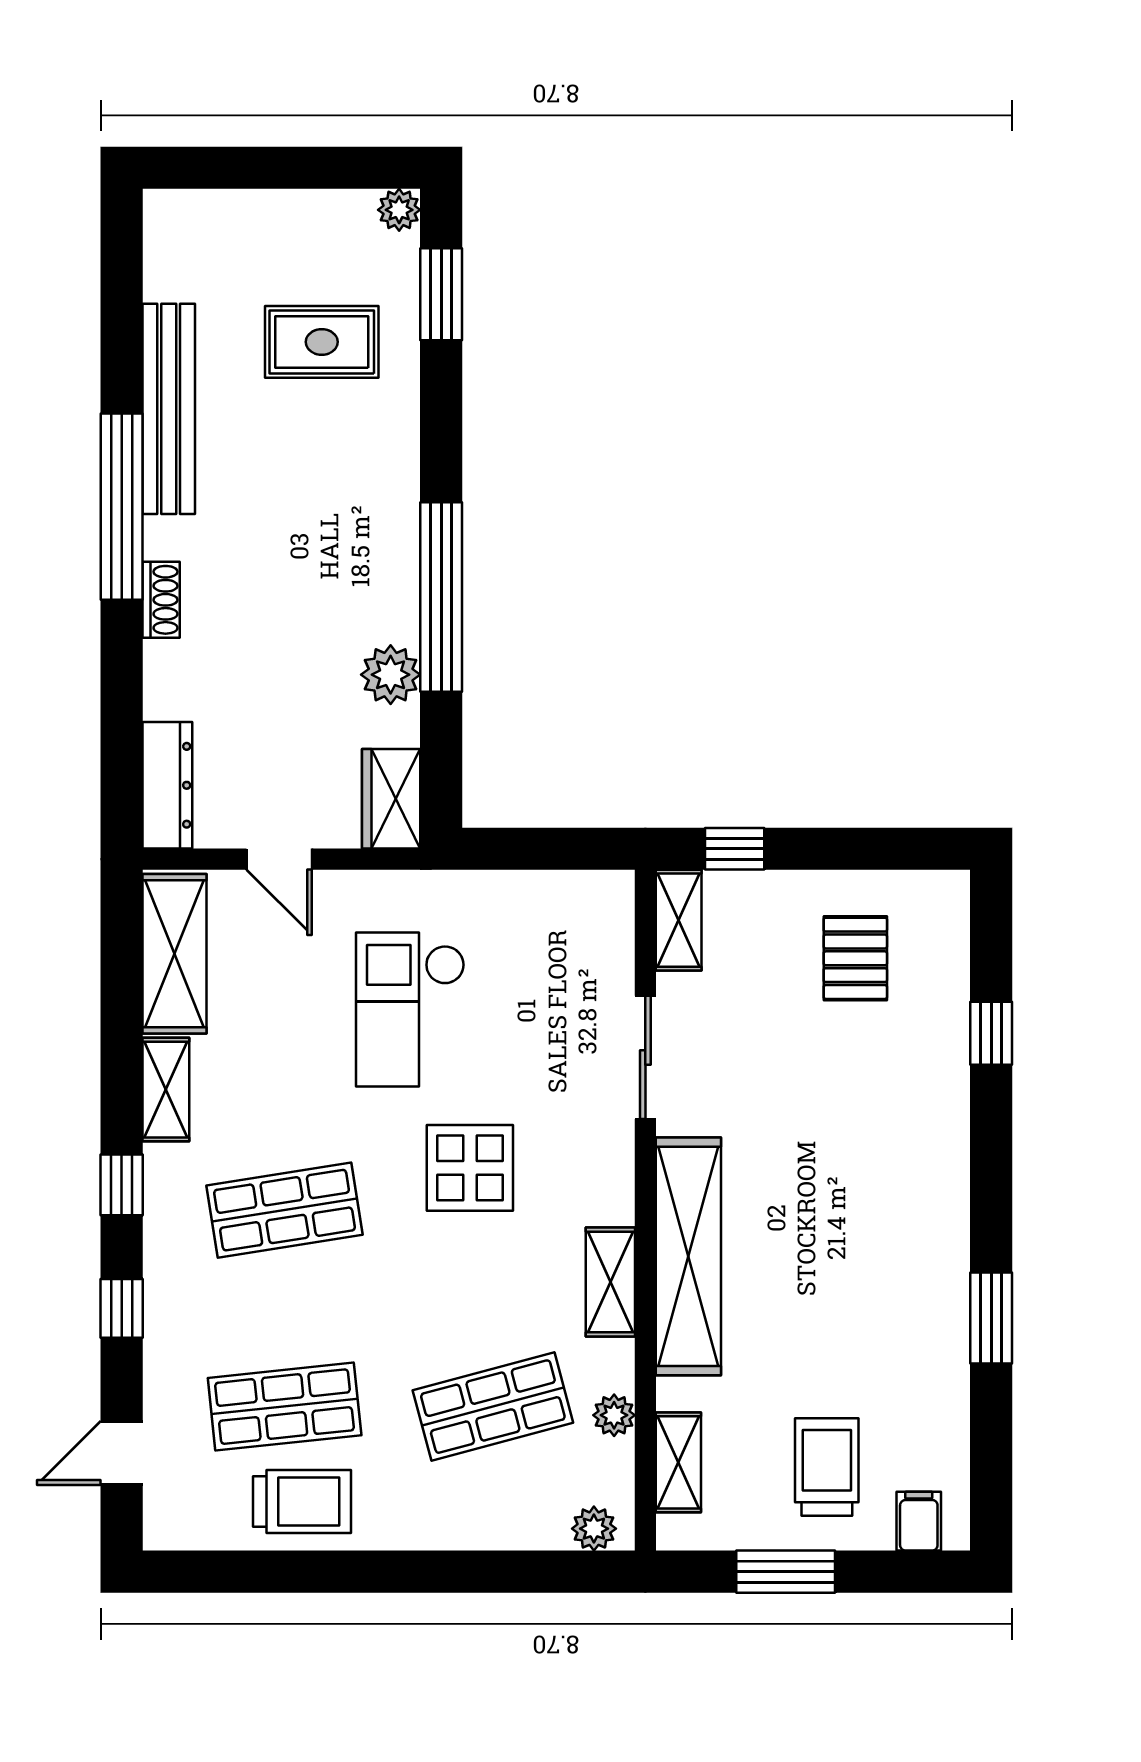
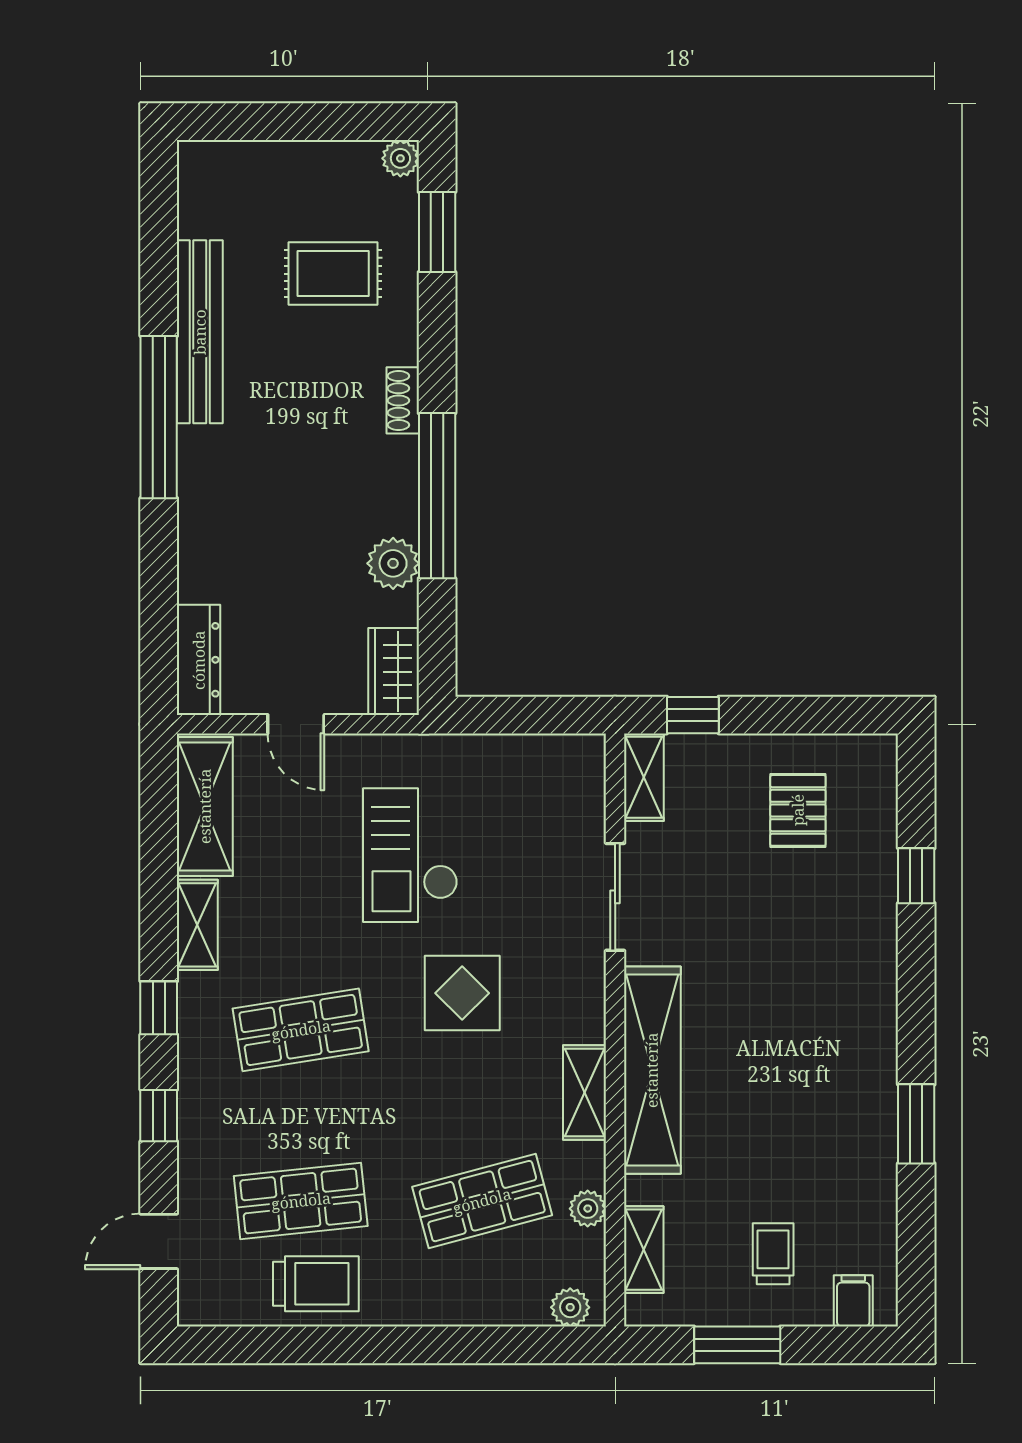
shoe rack: (161, 600) -> (403, 400), moved, turned 180
trolley: (827, 1467) -> (773, 1254), width x0.73, depth x0.72

